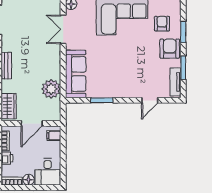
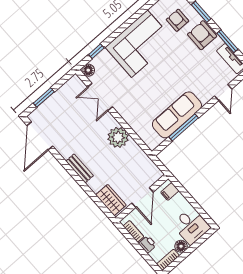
sofa: (76, 74) -> (177, 115), moved, turned -90
plant: (51, 89) -> (118, 137), moved
window: (102, 100) -> (184, 127), width x1.44

